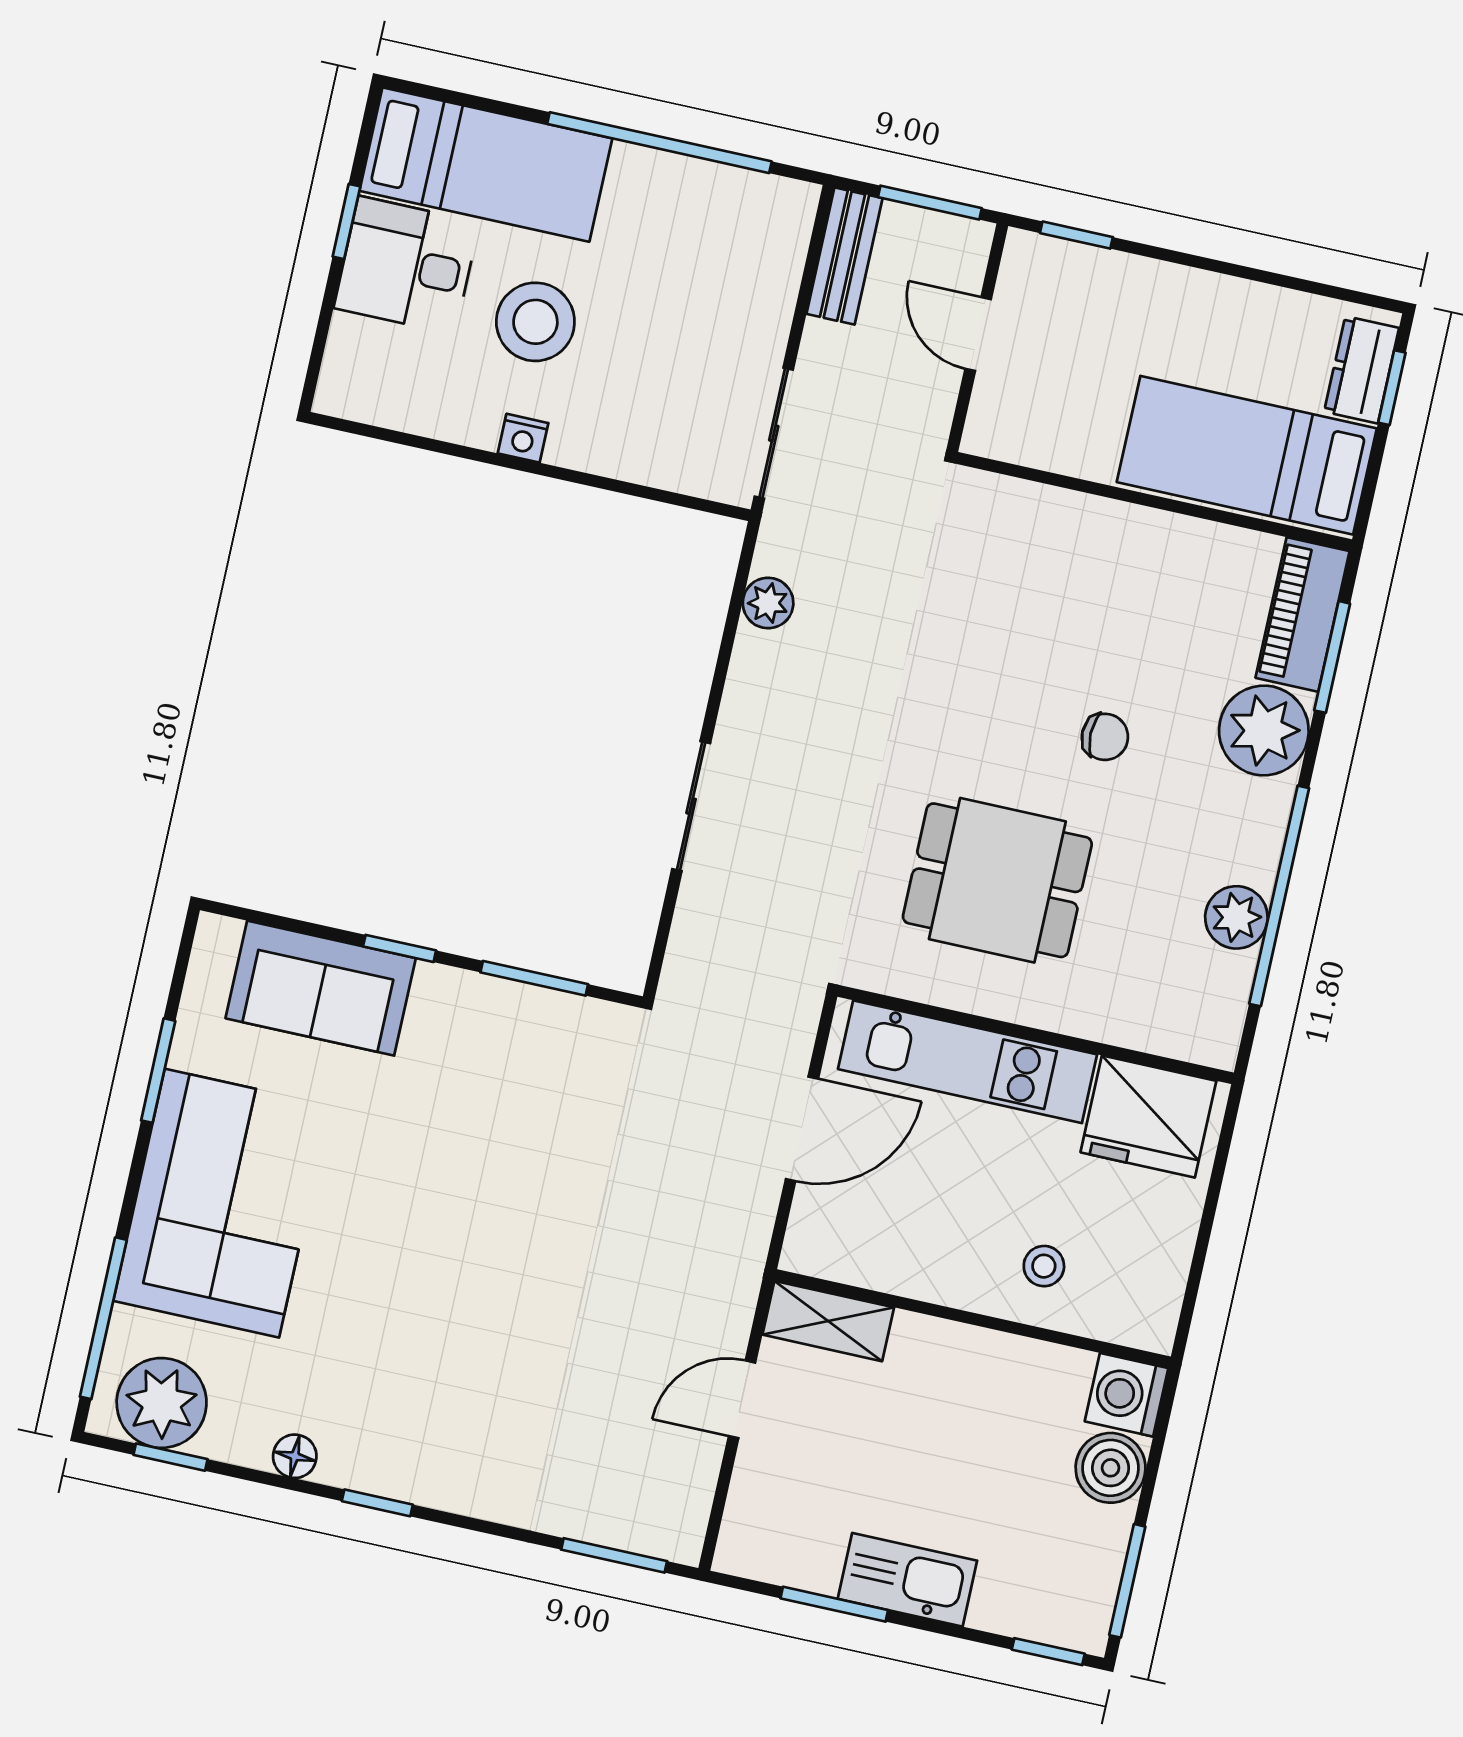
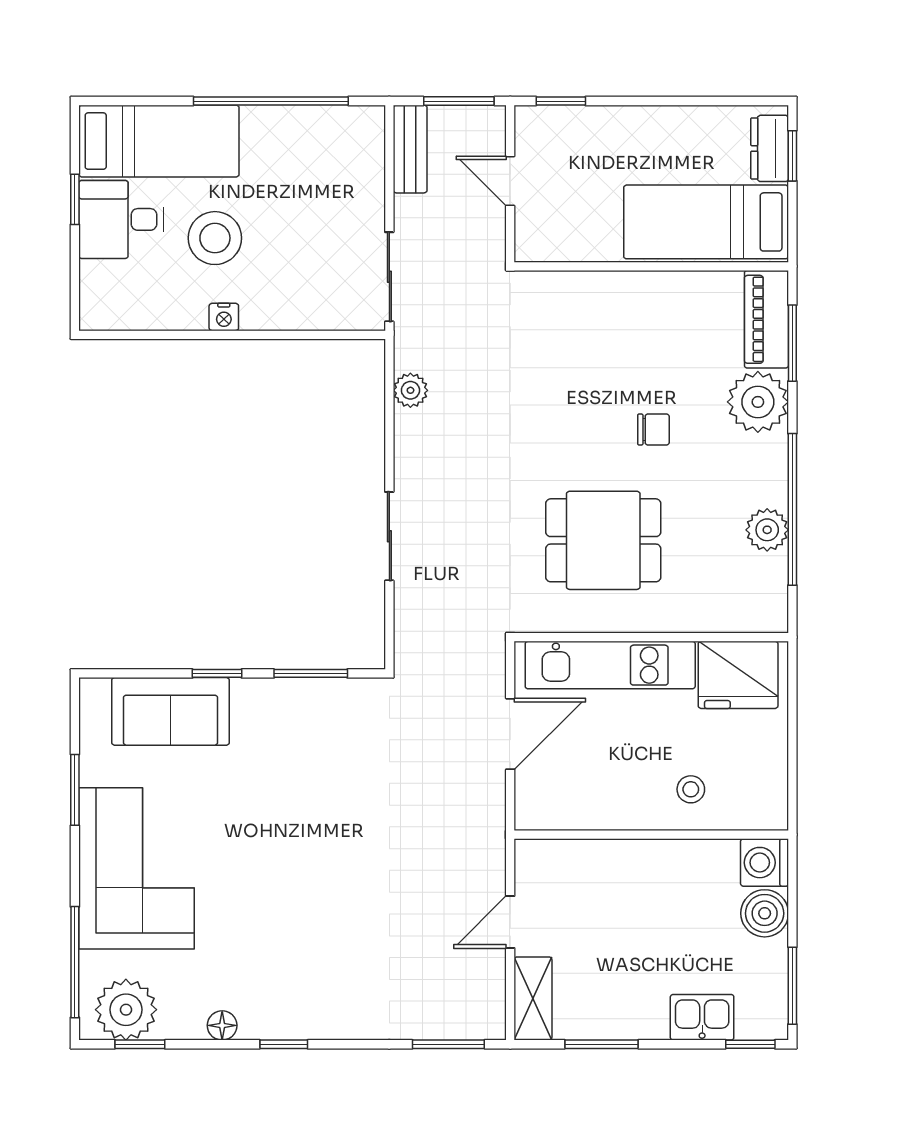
shelving: (828, 1321) -> (533, 999), moved, turned 90
kitchen sink: (907, 1580) -> (702, 1017), moved, width x0.73

